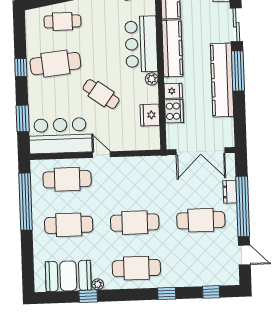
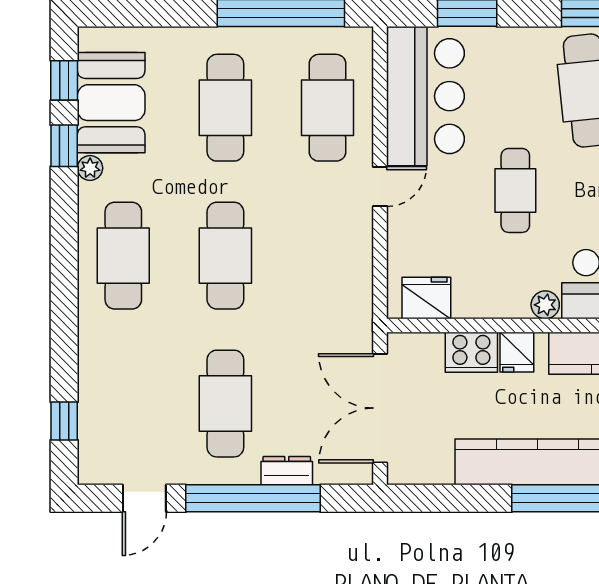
cafe table: (101, 94) -> (515, 190), turned -36
fridge: (150, 115) -> (426, 298), moved
window: (167, 293) -> (64, 80), moved

